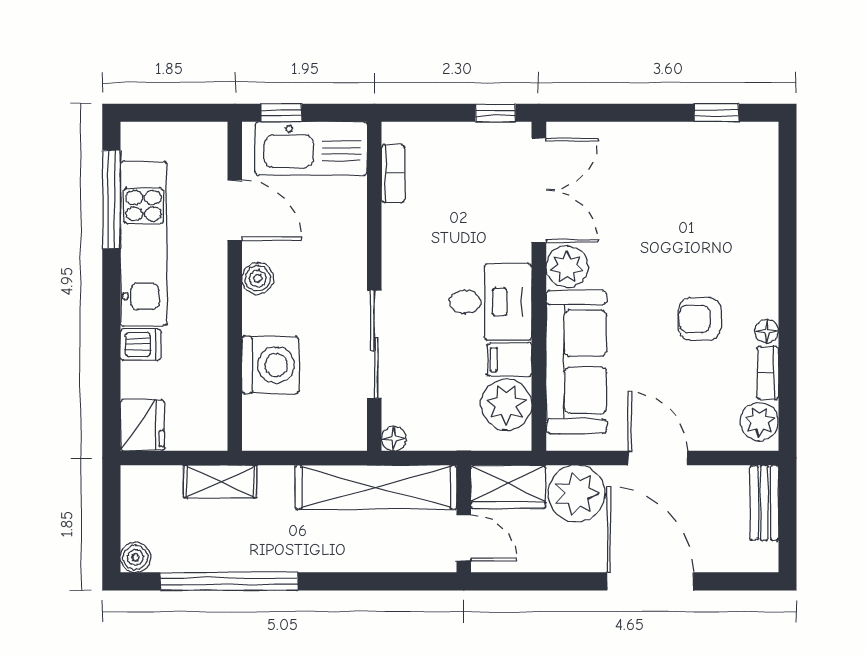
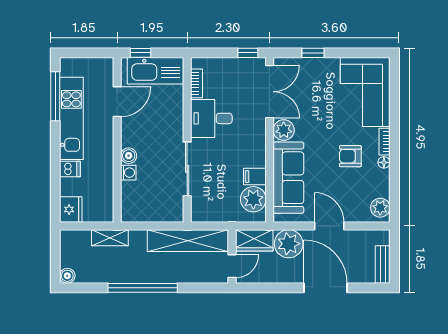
window: (717, 113) -> (313, 53), moved
corner sofa: (729, 191) -> (365, 92), added
door: (235, 210) -> (117, 102), hinge flipped
boiler: (258, 278) -> (129, 156), moved
desk: (491, 302) -> (211, 118), moved, turned 180
washing machine: (270, 365) -> (128, 173), width x0.53, depth x0.53
bookcase: (768, 373) -> (384, 142), moved
floor lamp: (394, 438) -> (197, 216), removed
bench: (764, 503) -> (383, 264), moved
door: (464, 538) -> (232, 266), hinge flipped
window: (229, 581) -> (143, 288), moved

